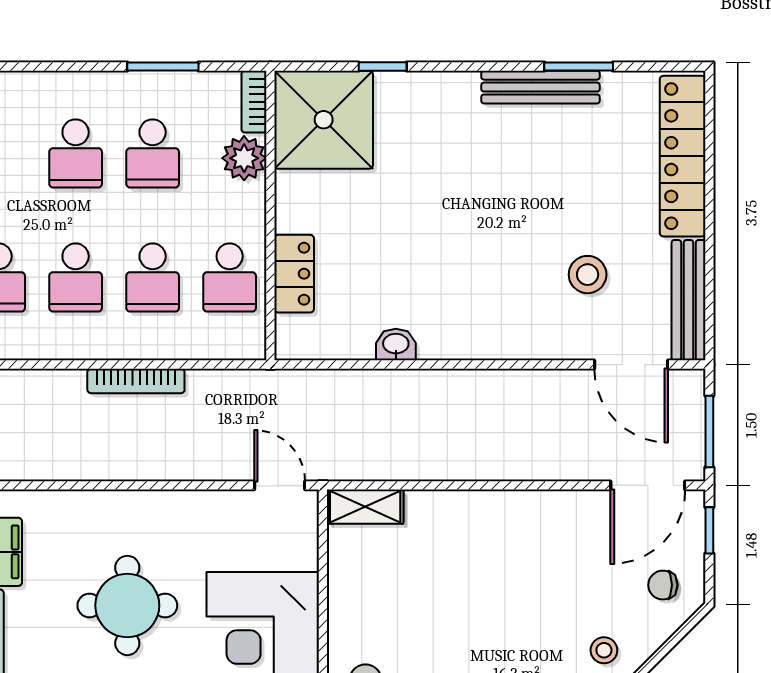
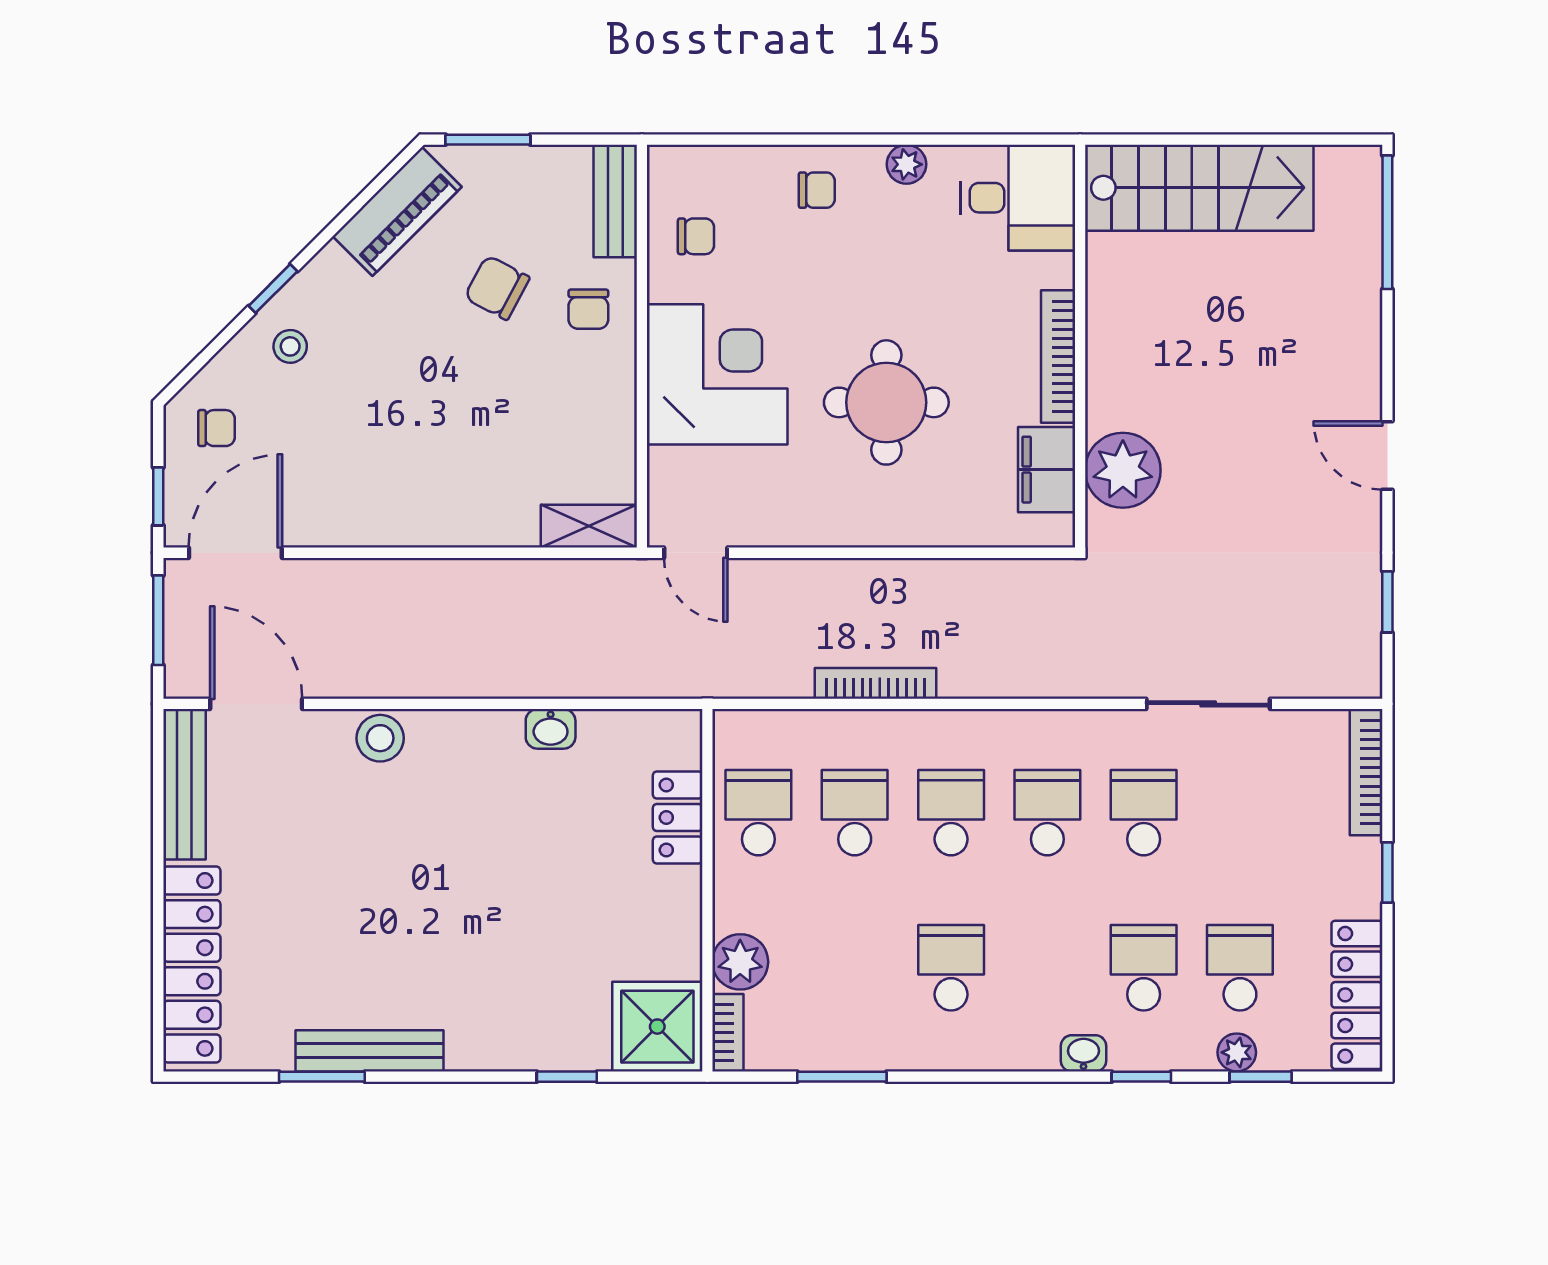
shower: (324, 120) -> (657, 1027), width x0.73, depth x0.73
school desk: (153, 153) -> (855, 968), removed
stool: (588, 275) -> (380, 738), moved

